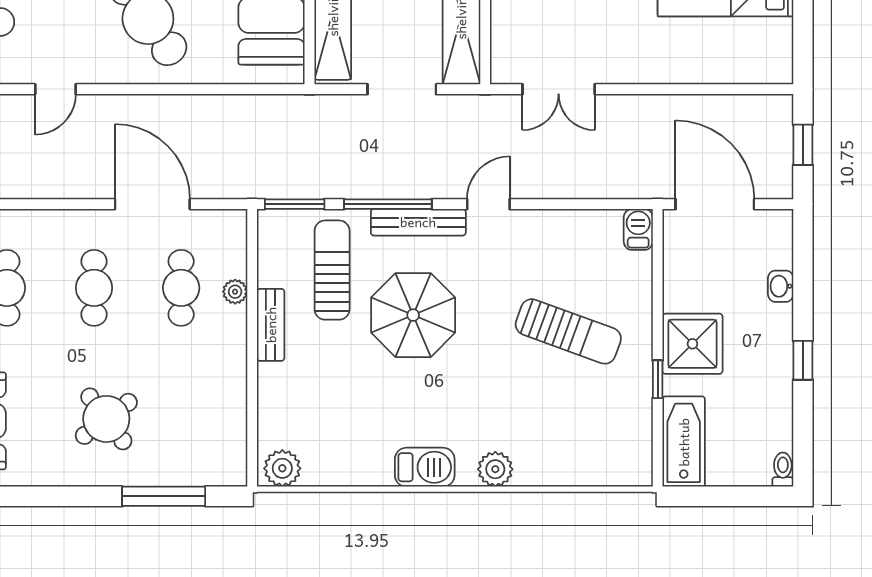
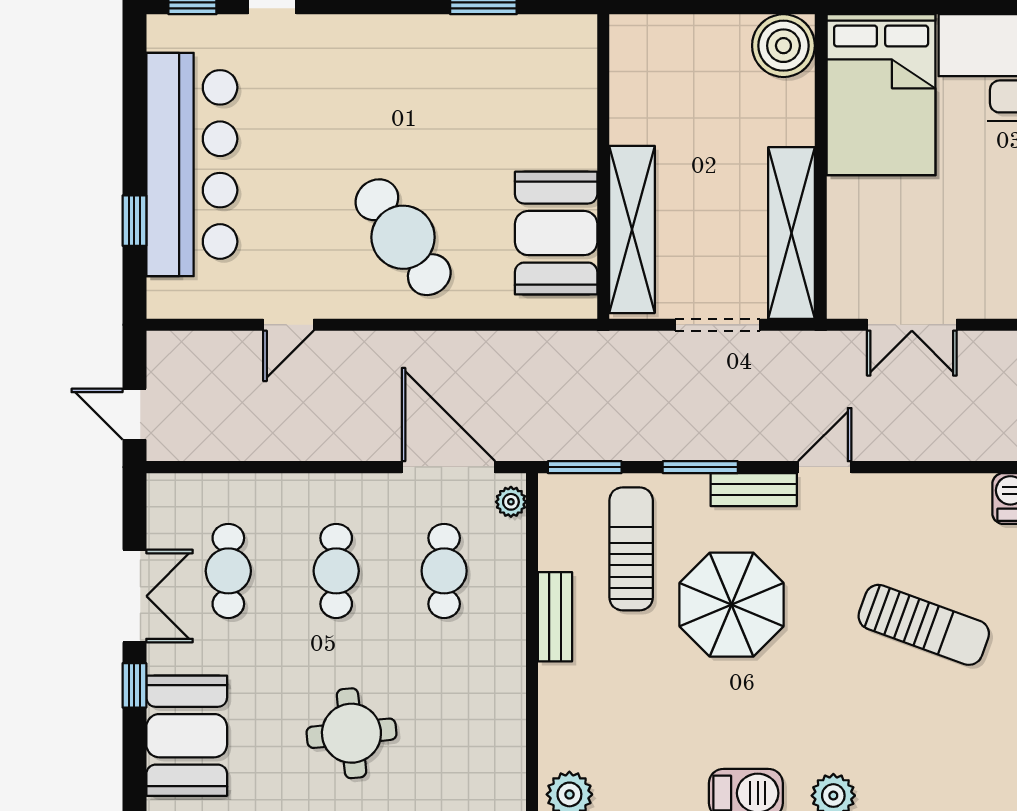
door: (152, 204) -> (448, 467), moved
window: (388, 204) -> (700, 467), width x0.69
bench: (418, 222) -> (754, 490), width x0.73
plant: (235, 292) -> (511, 502), moved
round table: (106, 419) -> (351, 733), turned 31

